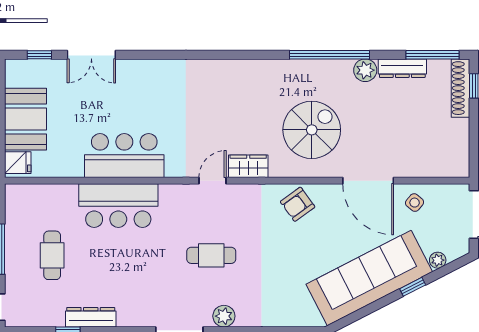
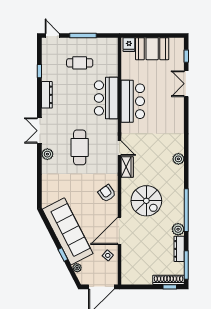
plant: (233, 70) -> (178, 159), added
cafe table: (211, 255) -> (80, 147), width x1.37, depth x1.35
dresser: (91, 317) -> (47, 95), moved

